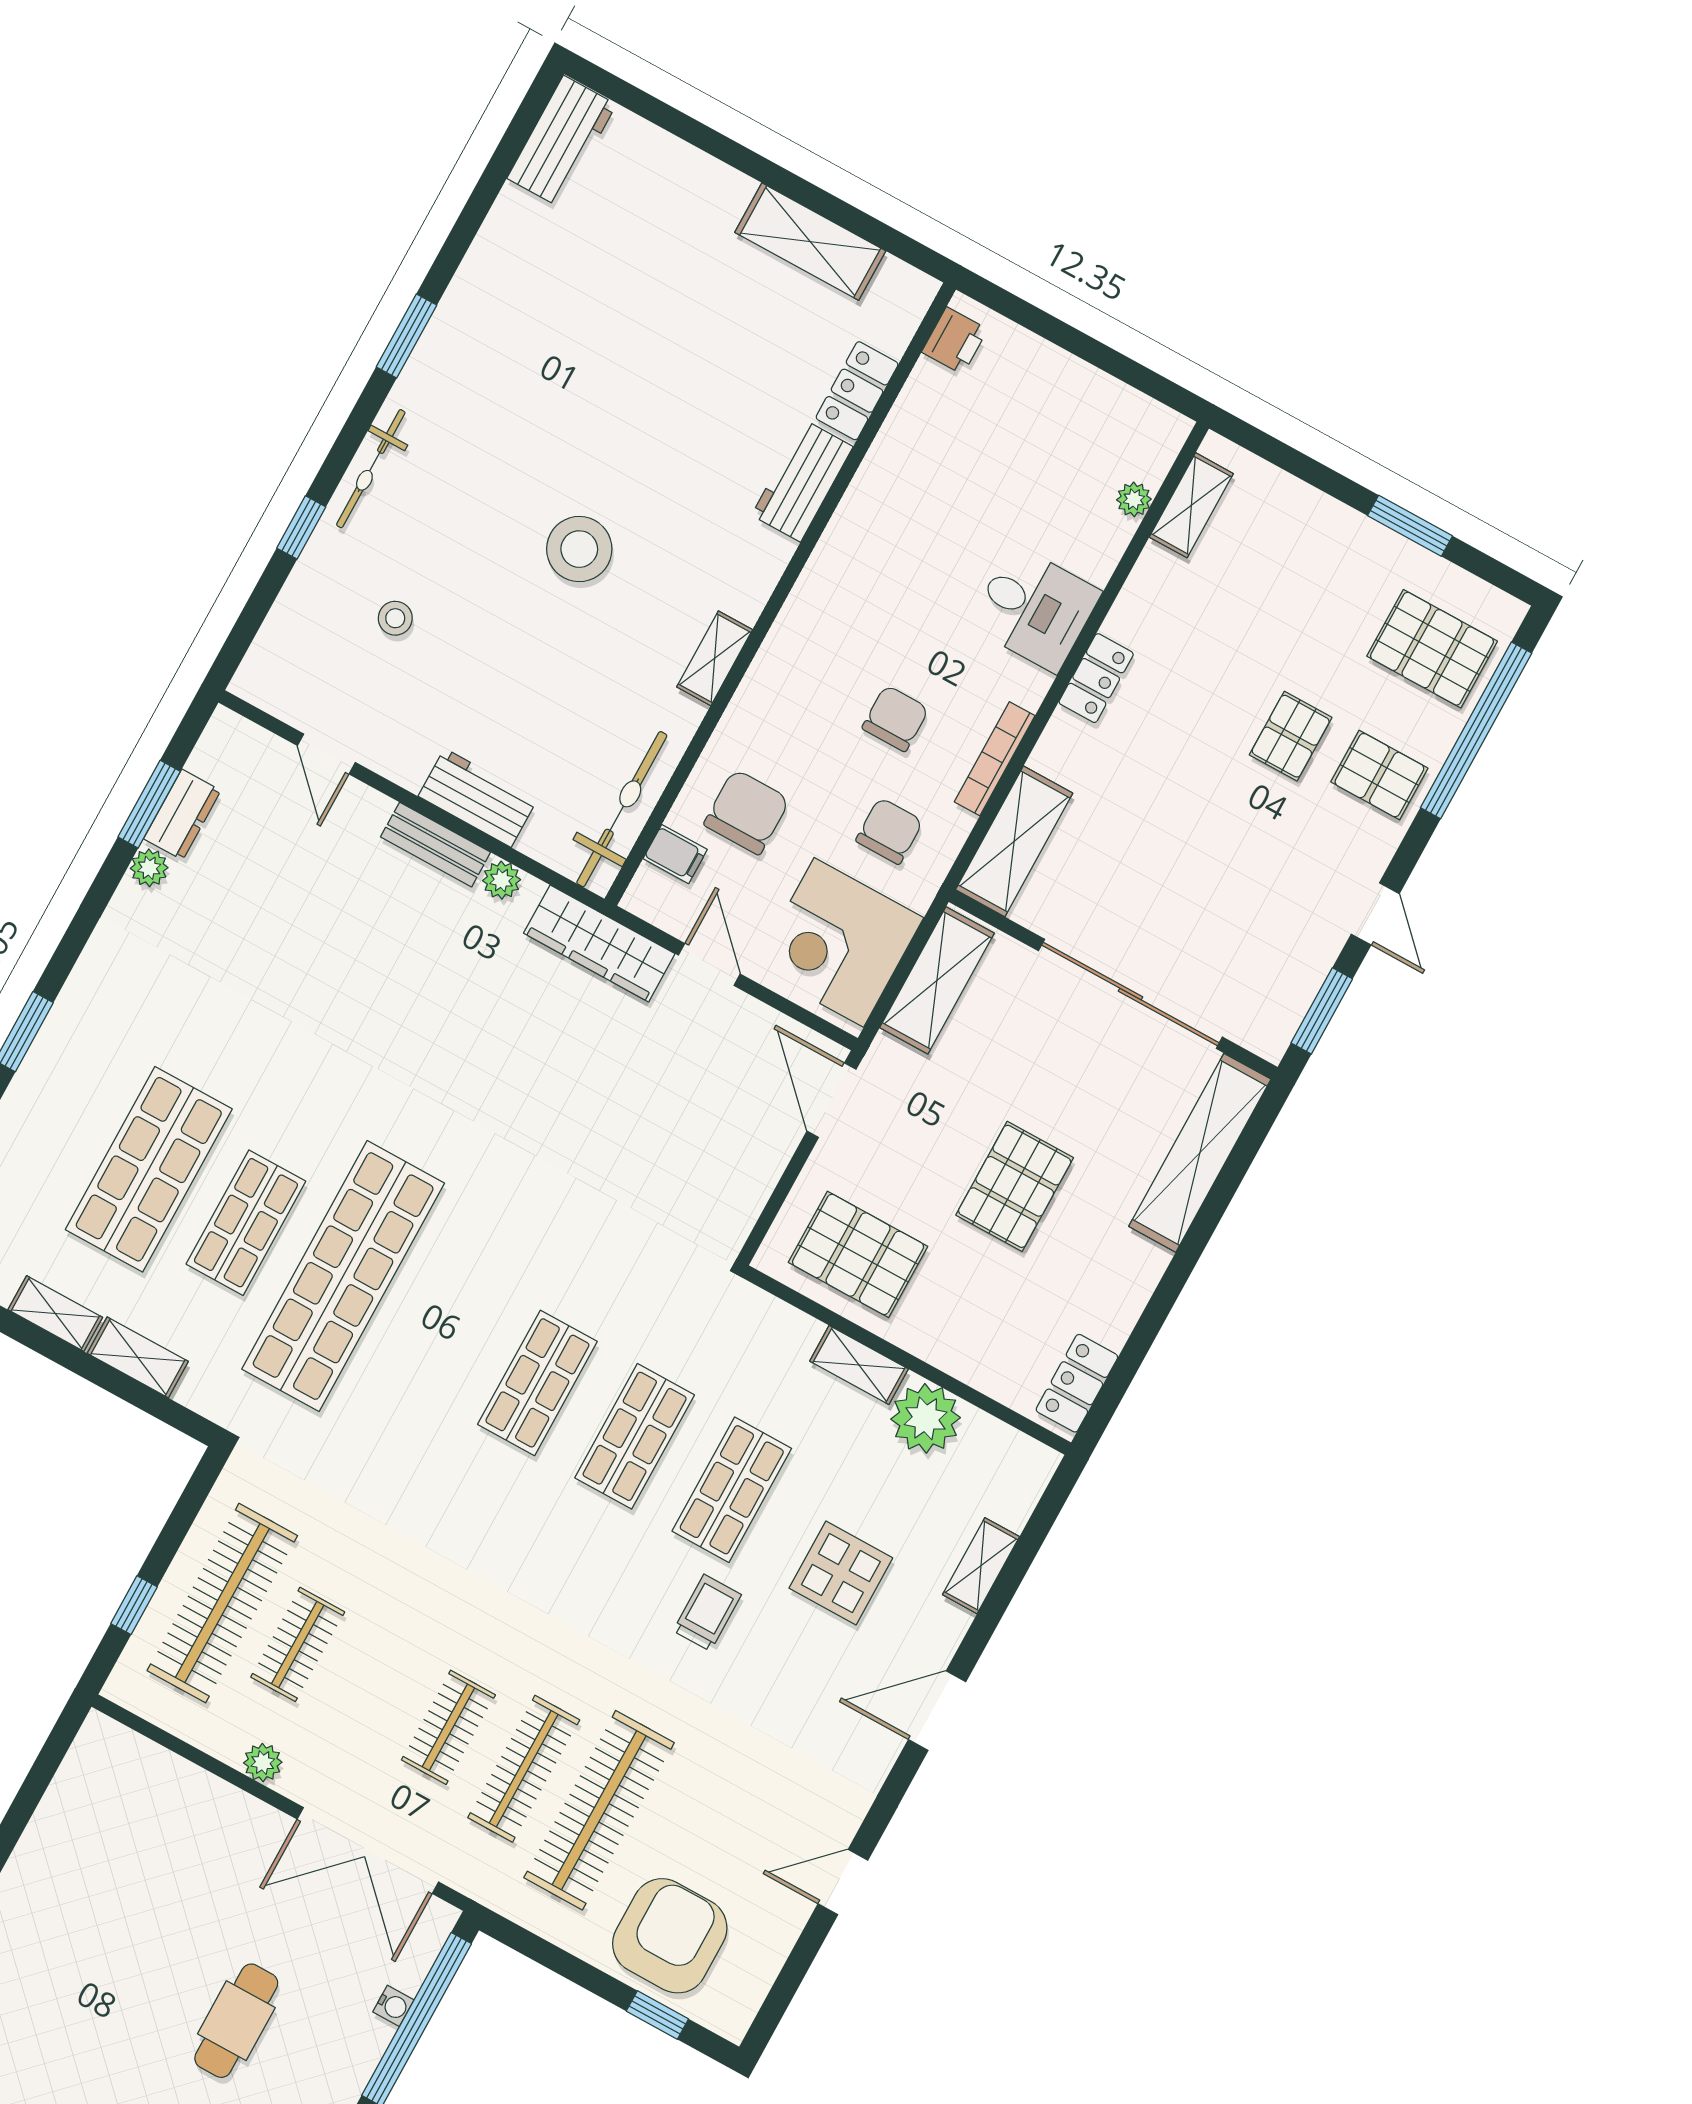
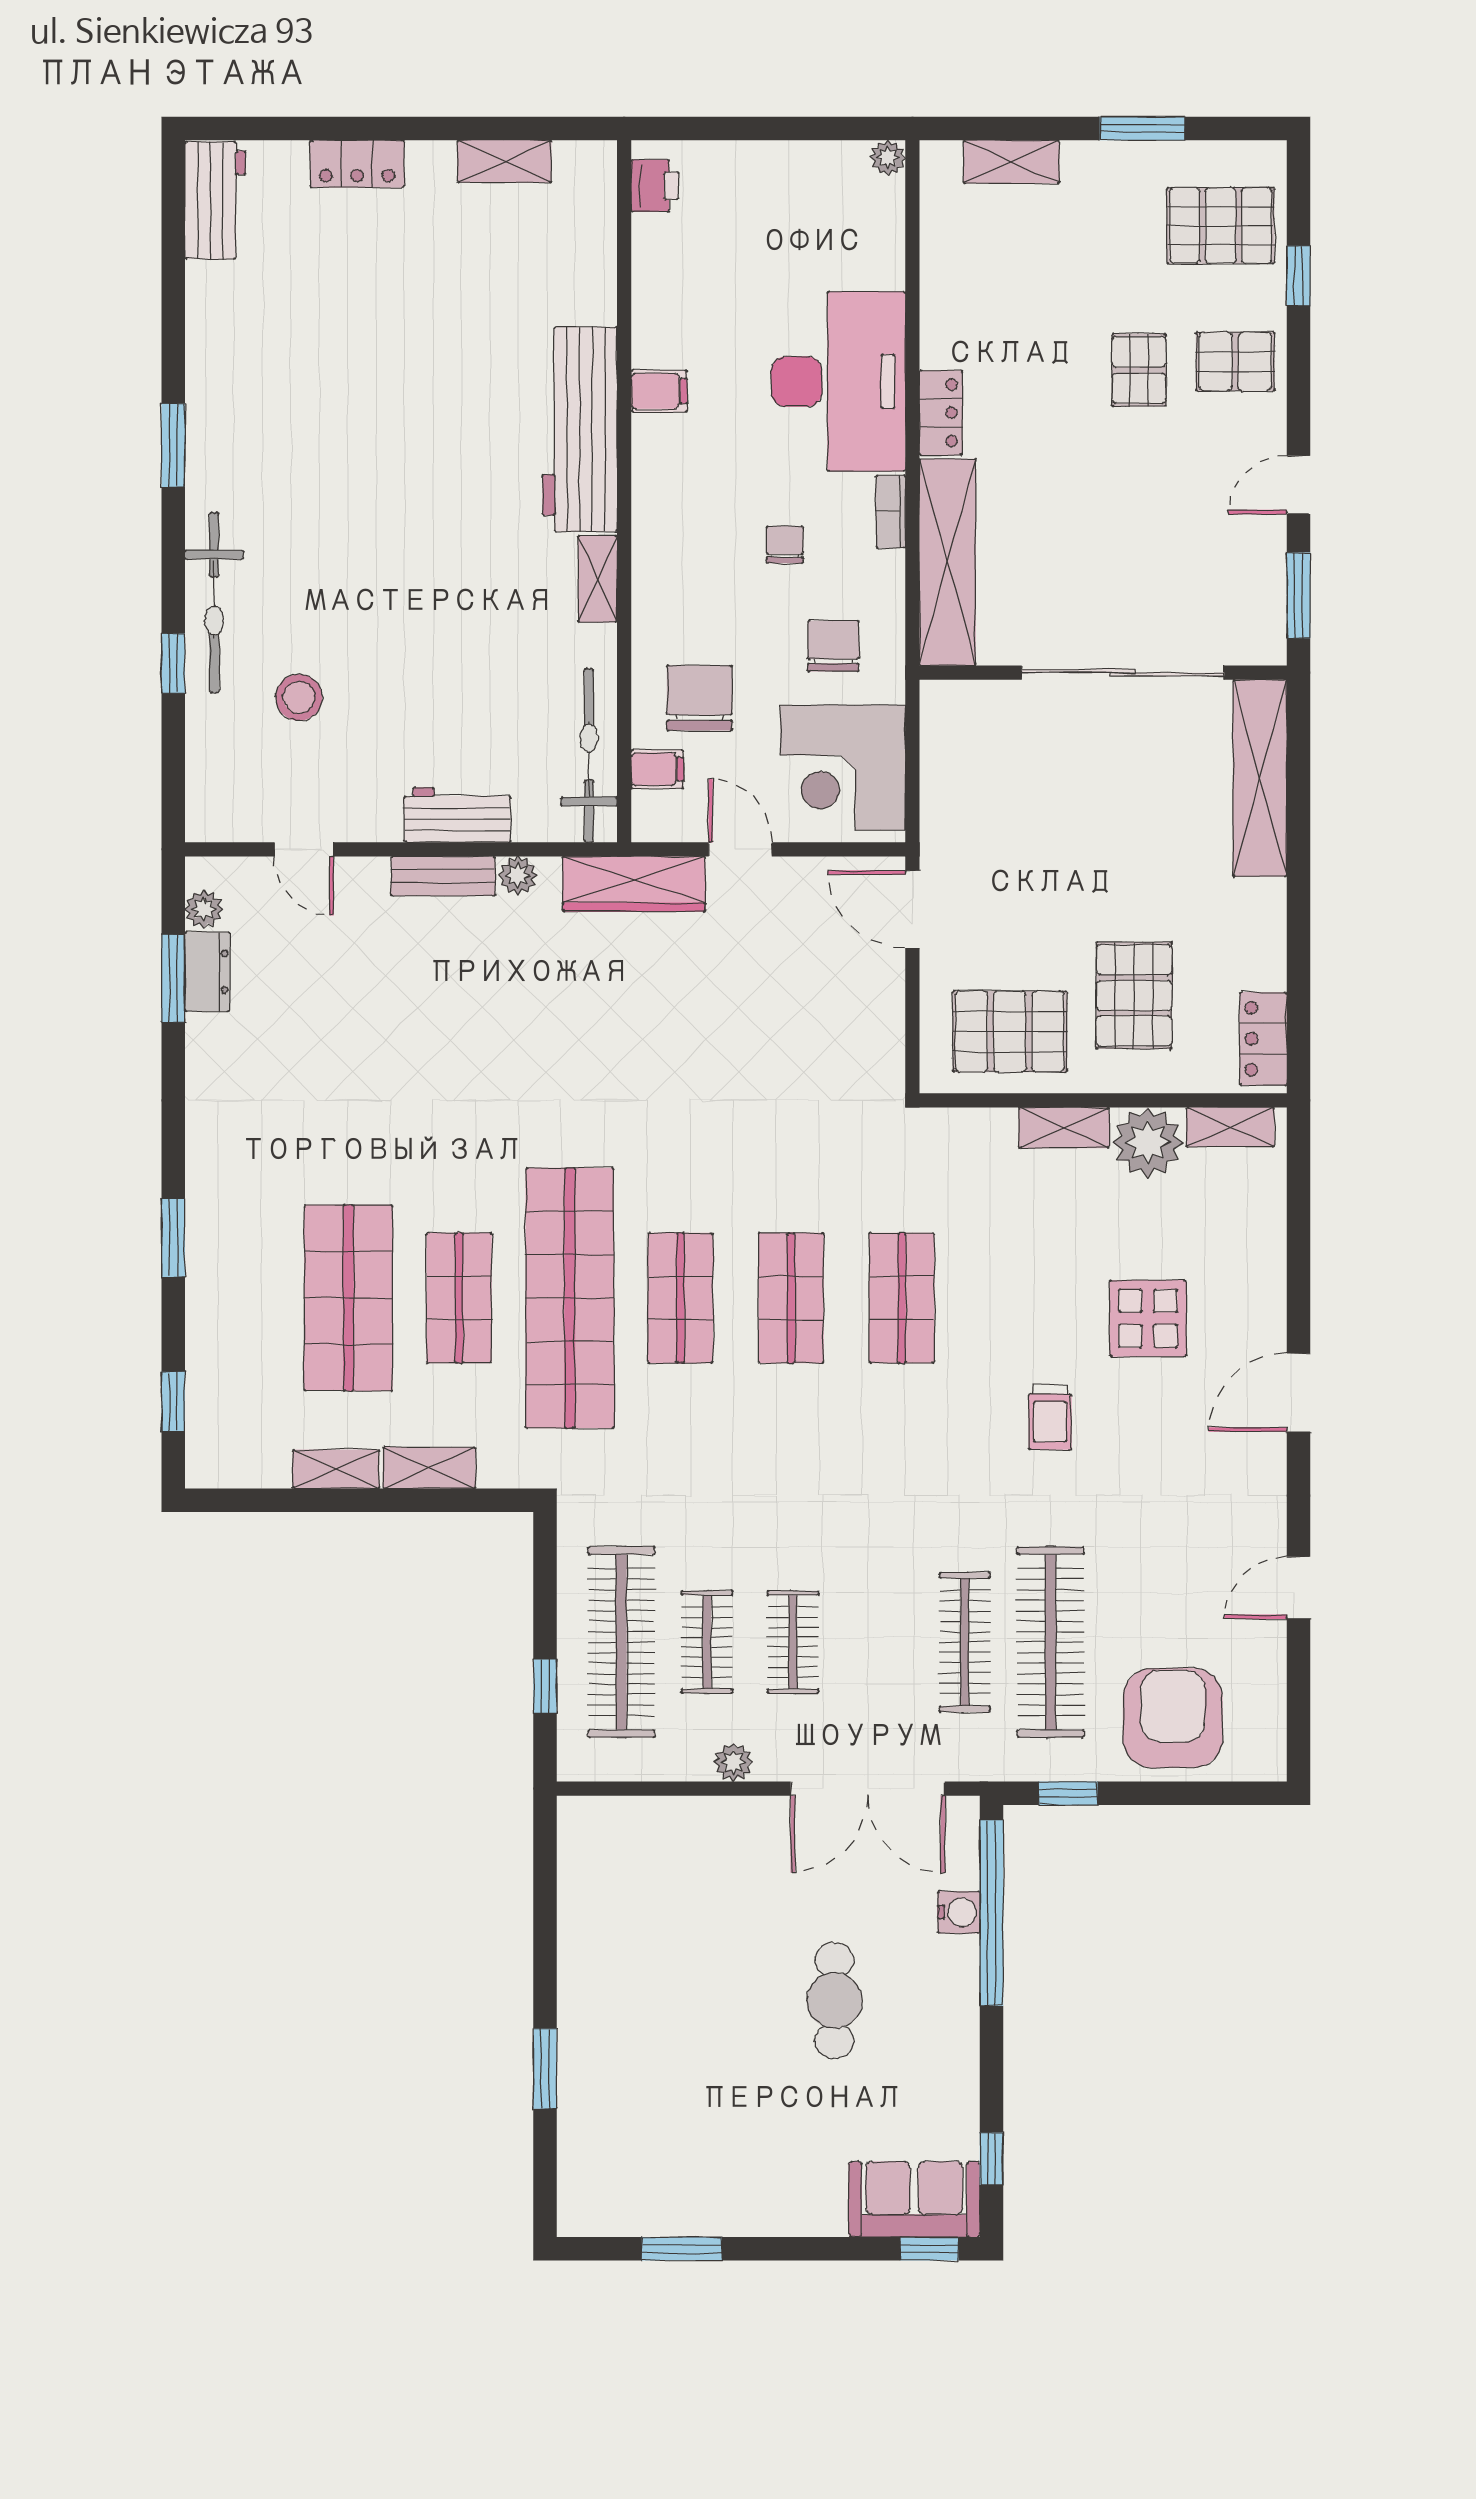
shelving: (810, 242) -> (504, 161), width x0.67, depth x0.75
locker: (857, 391) -> (357, 164), moved, turned -90
bicycle: (371, 469) -> (214, 603), width x1.37, depth x1.40
workbench: (802, 481) -> (580, 429), width x1.88, depth x1.32
plant: (1134, 499) -> (888, 158), moved
shelving: (1191, 505) -> (1011, 162), moved, turned 90
filing cabinet: (859, 523) -> (659, 391), added
stool: (579, 549) -> (427, 548), removed
desk: (1035, 609) -> (838, 382), width x1.87, depth x1.30
stool: (395, 618) -> (299, 697), width x1.37, depth x1.37
chair: (895, 718) -> (785, 545), width x0.73, depth x0.73
window: (1476, 730) -> (1298, 276), width x0.32
bookcase: (995, 759) -> (891, 512), width x0.64
shelving: (1014, 841) -> (948, 562), width x1.47
plant: (149, 868) -> (204, 909), moved
door: (1375, 914) -> (1298, 485), swing flipped
shelving: (937, 980) -> (947, 754), removed
pallet: (1015, 1186) -> (1134, 995), moved
shop shelf: (732, 1490) -> (680, 1298), moved
shelving: (981, 1566) -> (1230, 1127), moved, turned 90
trolley: (707, 1613) -> (1050, 1417), turned 180
clothes rail: (448, 1727) -> (793, 1642), moved
water cooler: (393, 2006) -> (959, 1912), width x1.38, depth x1.38
window: (657, 2015) -> (1068, 1793), moved

